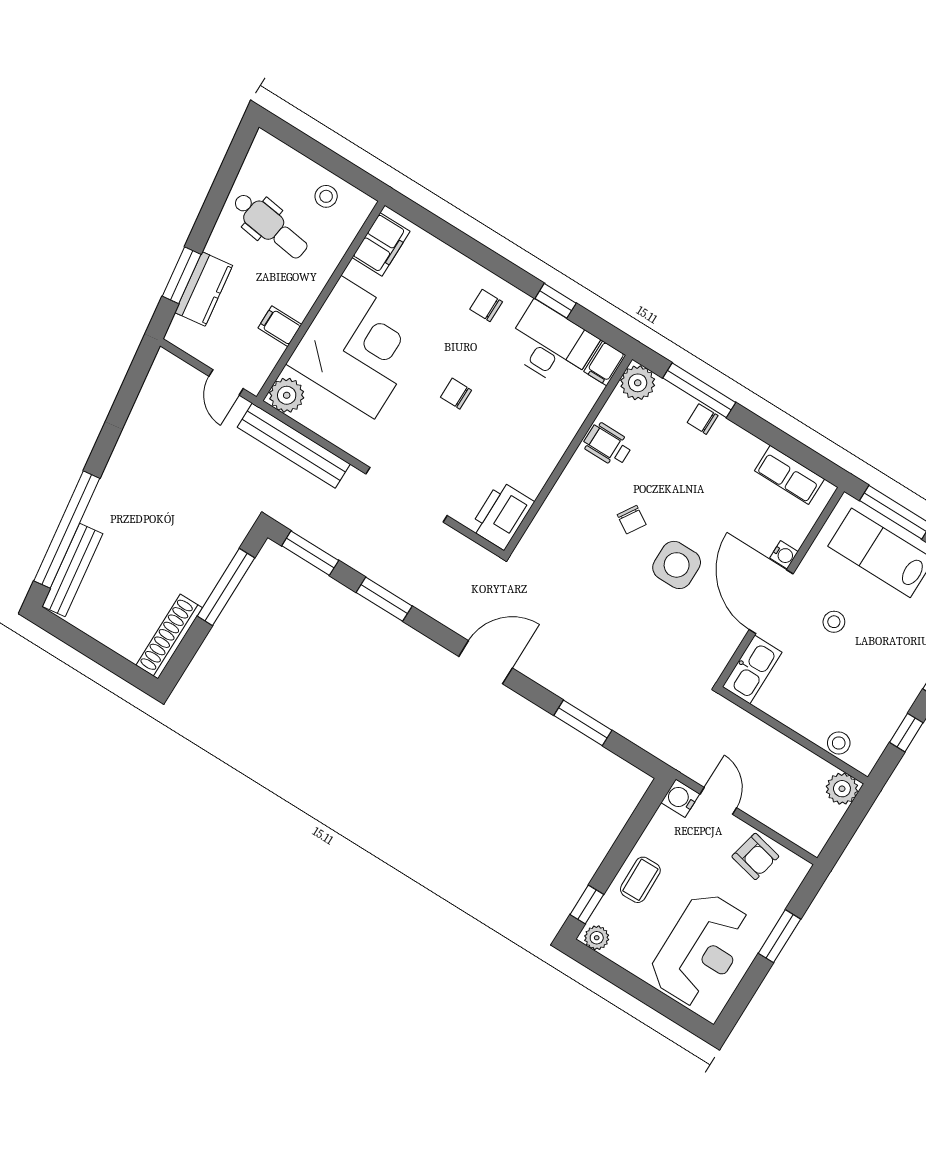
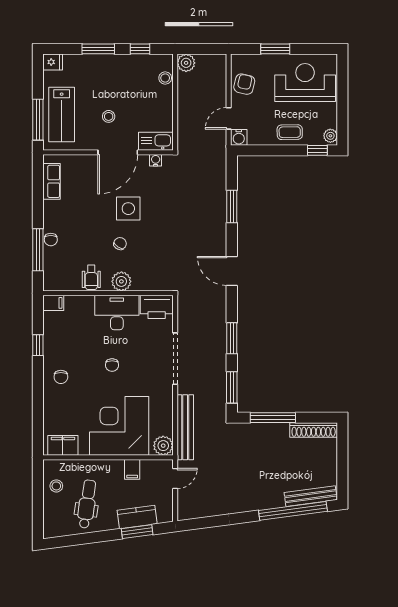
desk: (551, 345) -> (117, 313), moved, turned 90
plant: (638, 383) -> (121, 281), moved
water cooler: (784, 555) -> (156, 160), moved

